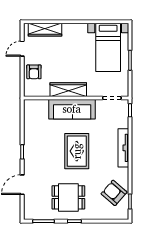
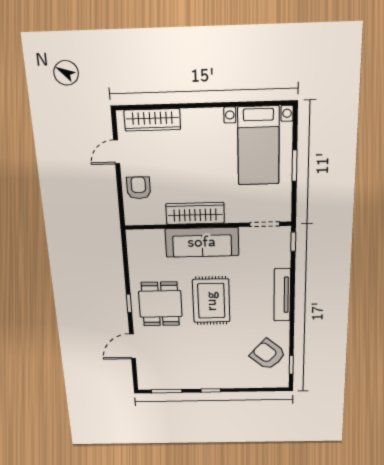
armchair: (34, 72) -> (138, 188), turned 180
dining table: (68, 197) -> (160, 304), moved, turned 90

